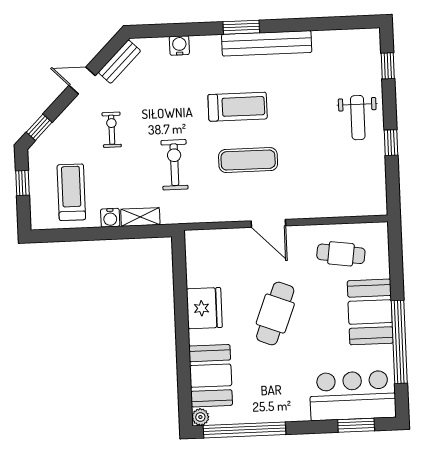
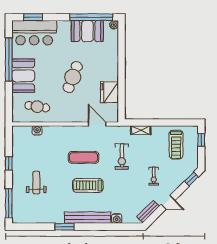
window: (241, 27) -> (65, 227), moved
bench: (267, 43) -> (88, 218), moved
window: (388, 66) -> (9, 203), width x2.17
weight bench: (358, 118) -> (36, 183), moved
window: (22, 183) -> (201, 140), moved
water cooler: (110, 218) -> (37, 130), moved
door: (268, 223) -> (97, 124), moved
fridge: (204, 308) -> (109, 92), moved
booth: (211, 376) -> (87, 31), moved, turned 90

